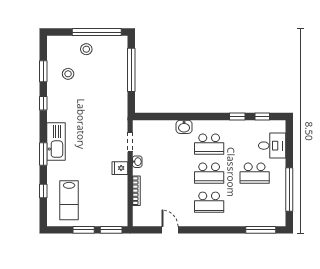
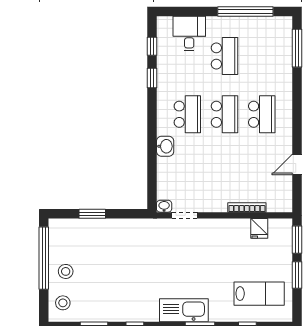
window: (131, 70) -> (92, 214), width x0.47
stool: (68, 74) -> (63, 303), moved
washbasin: (137, 162) -> (164, 206), moved
fridge: (120, 168) -> (259, 228), moved

